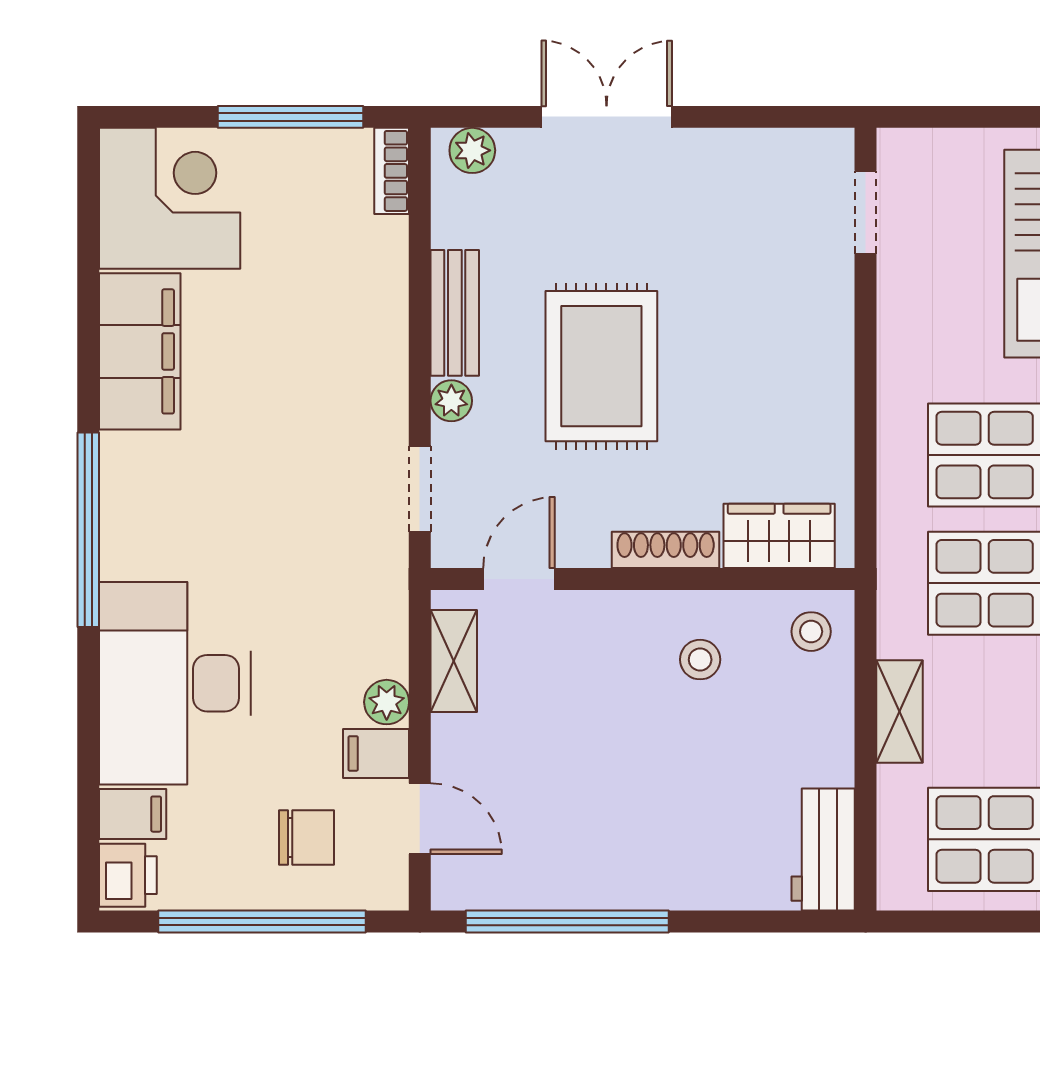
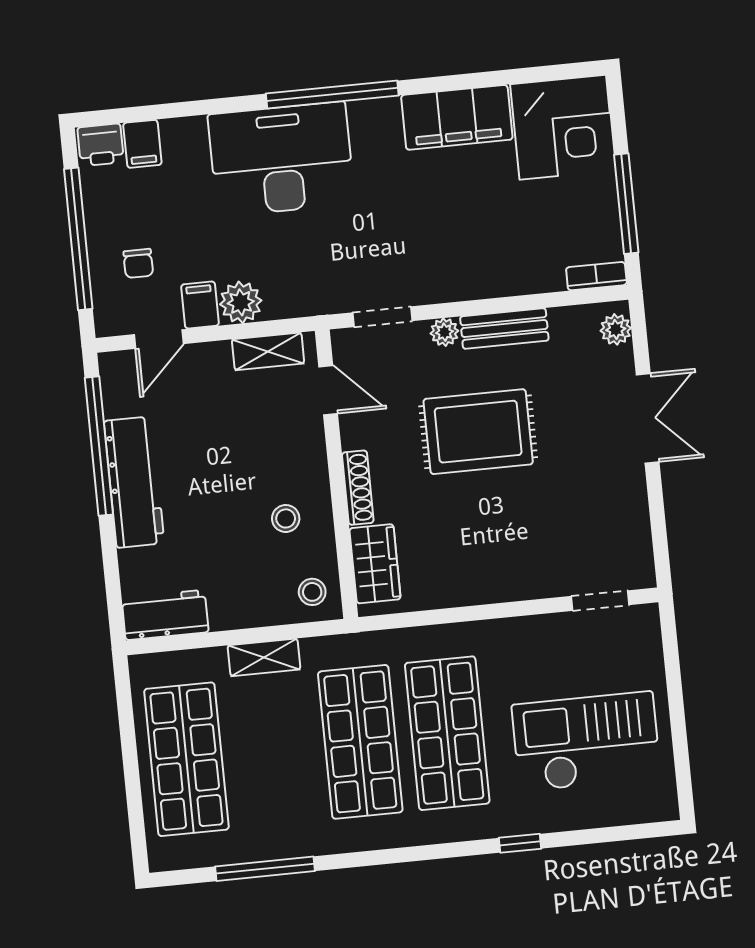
desk: (175, 683) -> (281, 159), moved
plant: (387, 702) -> (241, 302), width x1.38, depth x1.38
chair: (306, 837) -> (138, 263), width x0.73, depth x0.73
workbench: (625, 875) -> (134, 482), added

